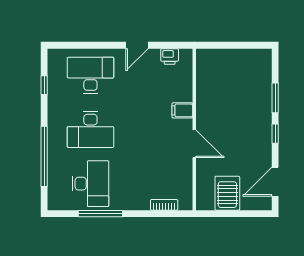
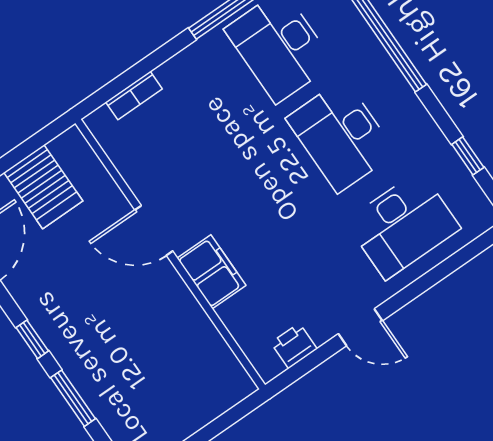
door: (137, 45) -> (360, 327), swing flipped
filing cabinet: (182, 110) -> (211, 272), width x2.00
desk: (90, 129) -> (341, 136), turned -90

